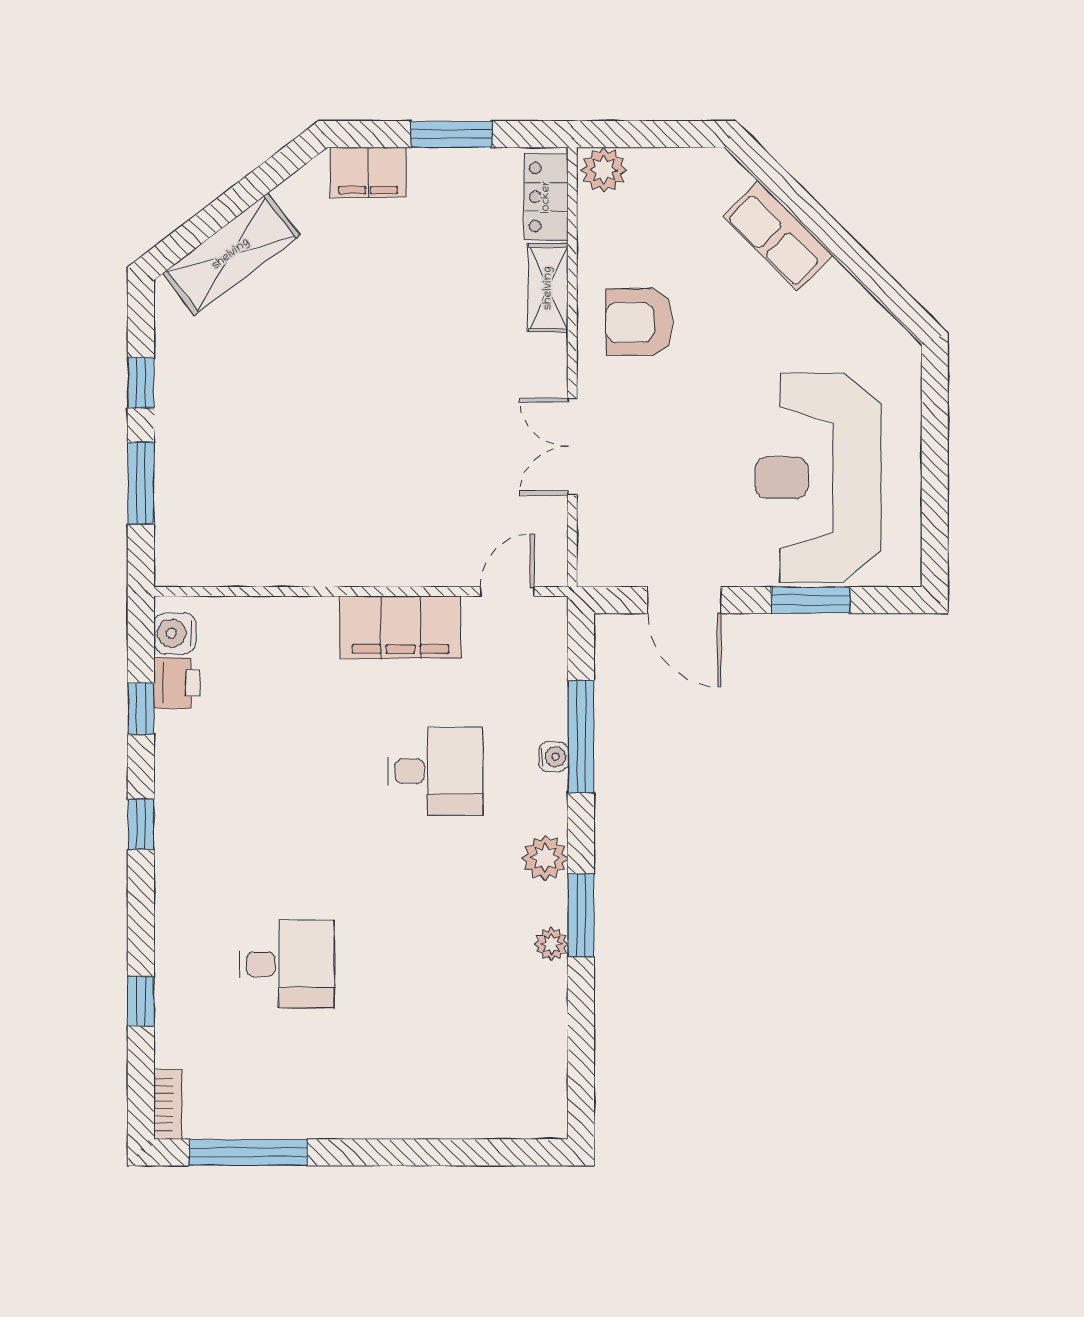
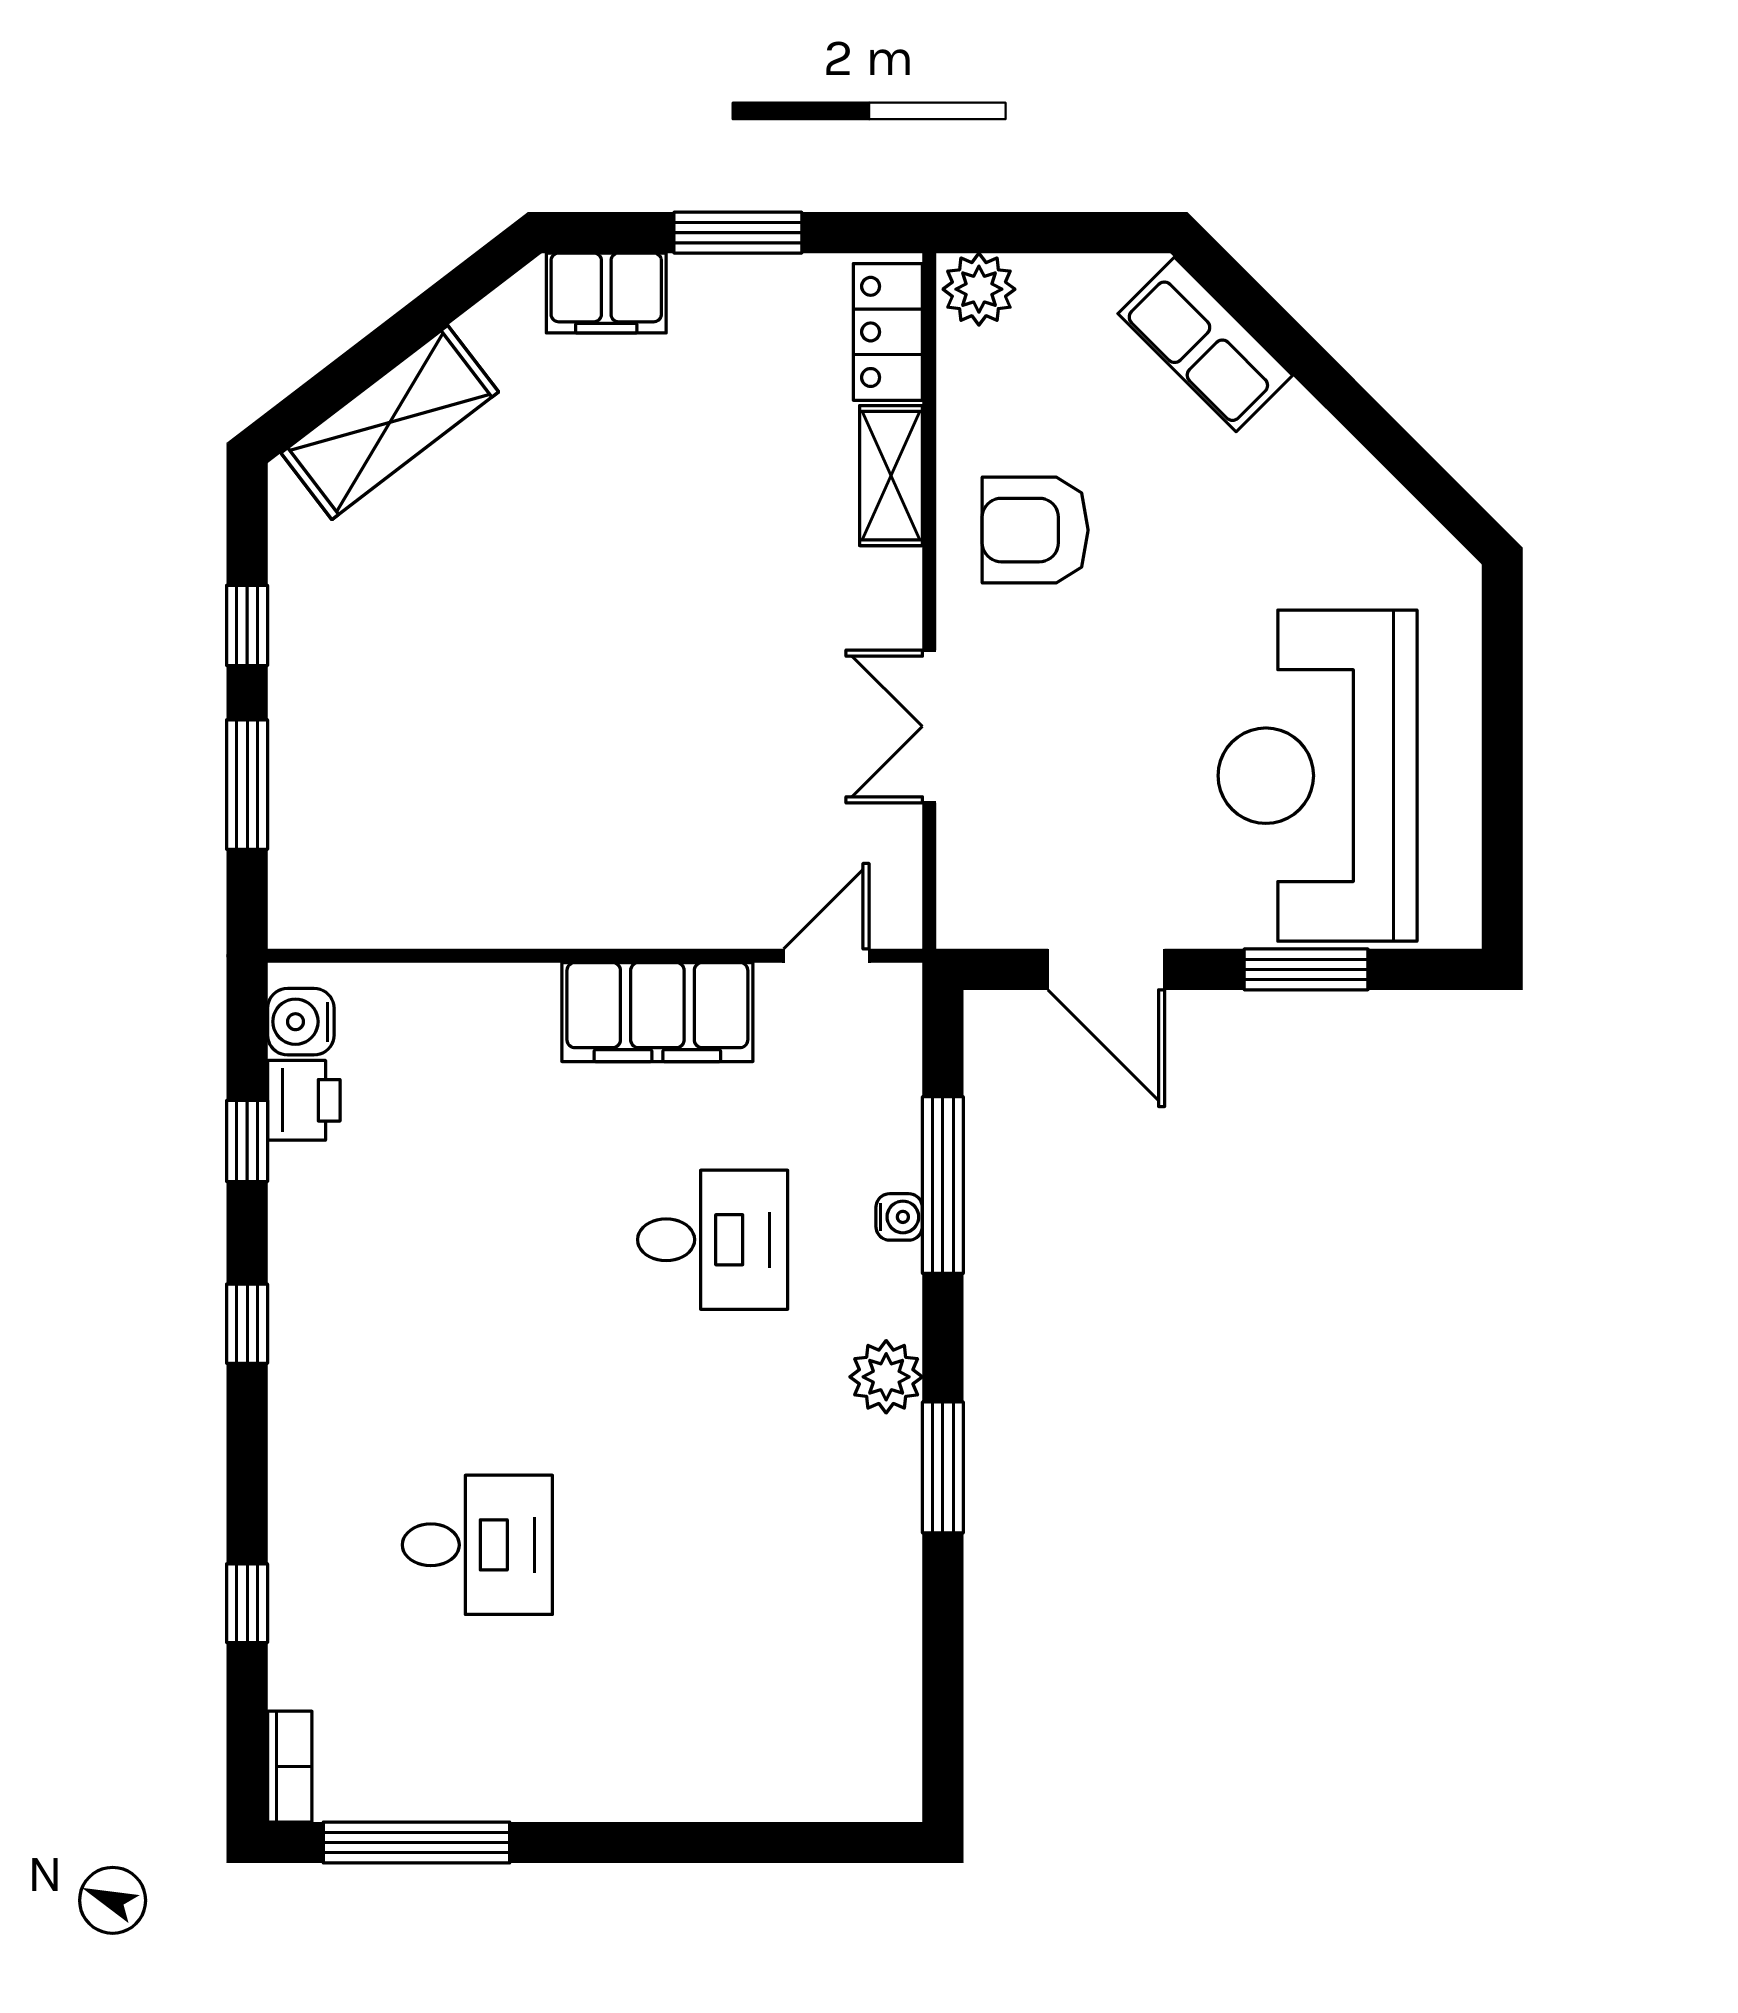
row of seats: (778, 236) -> (1205, 344), moved
plant: (551, 944) -> (896, 1513), removed

